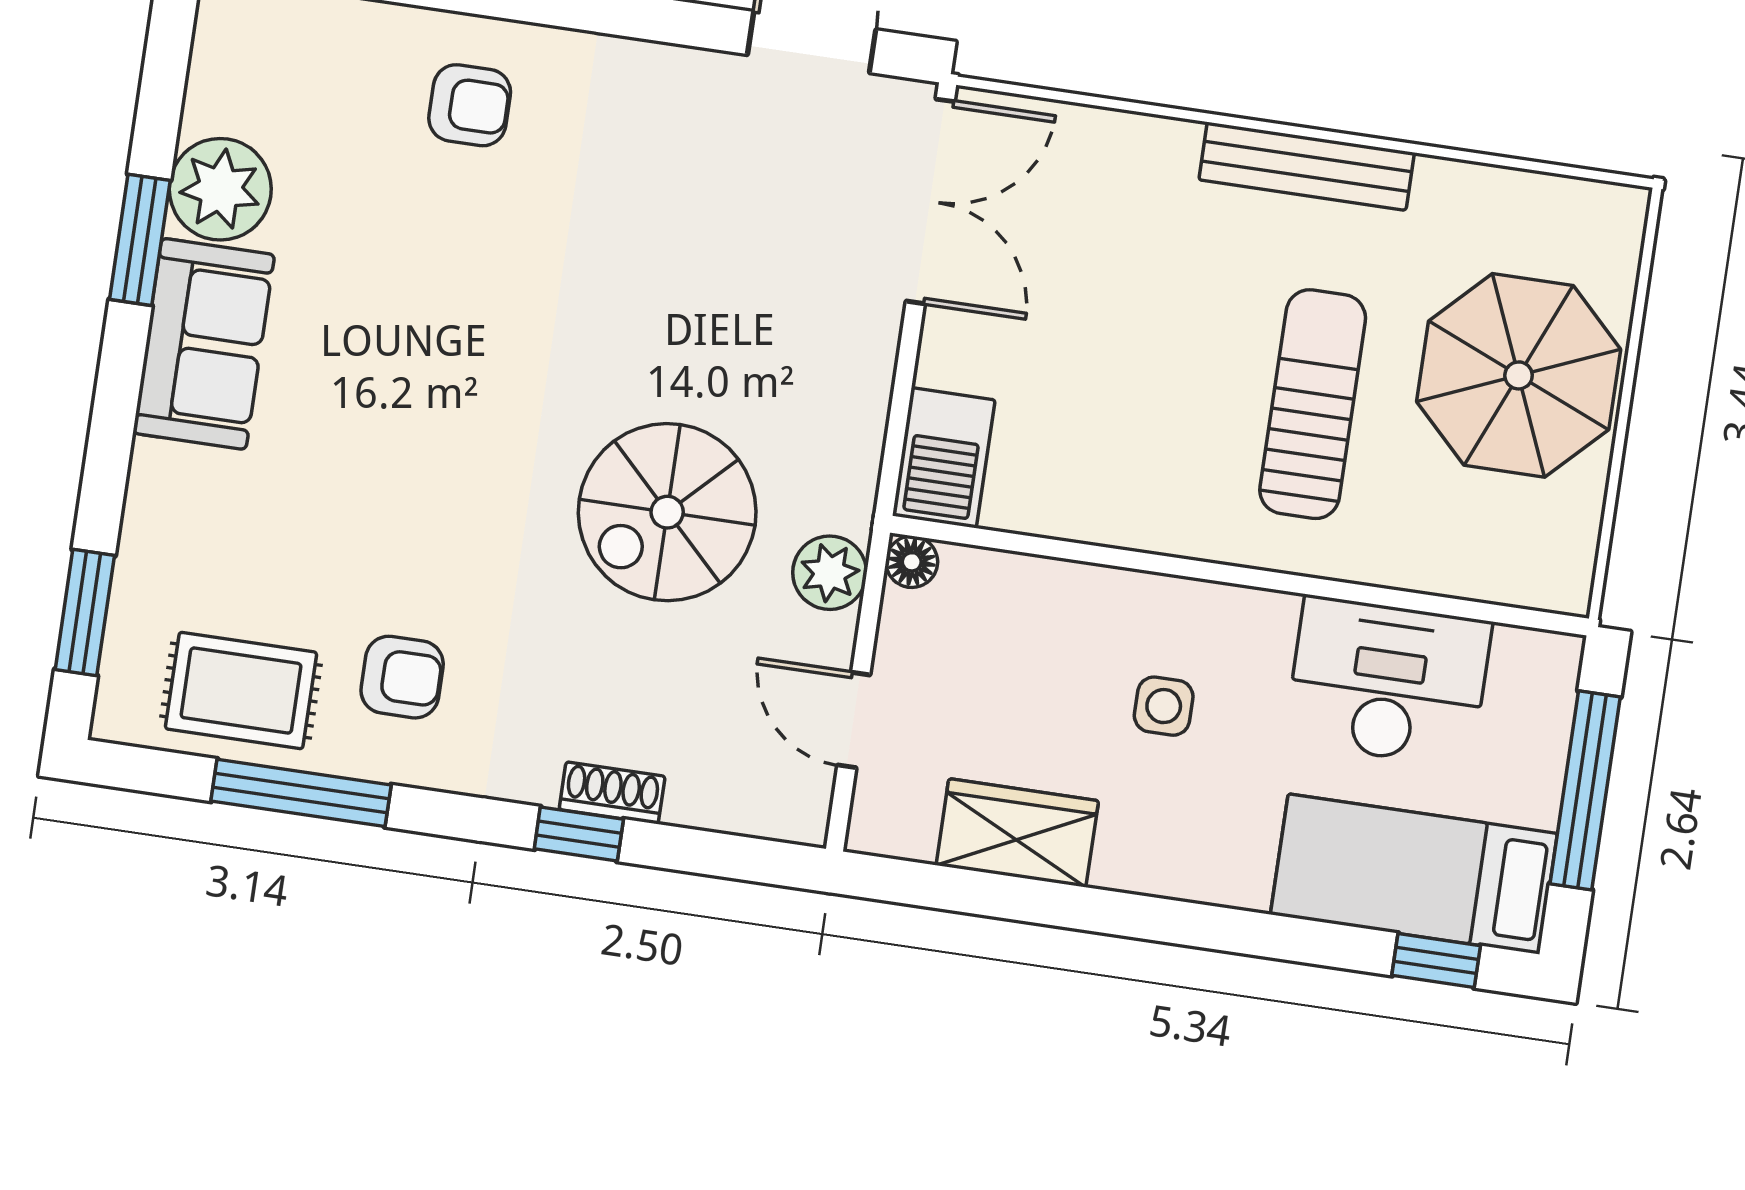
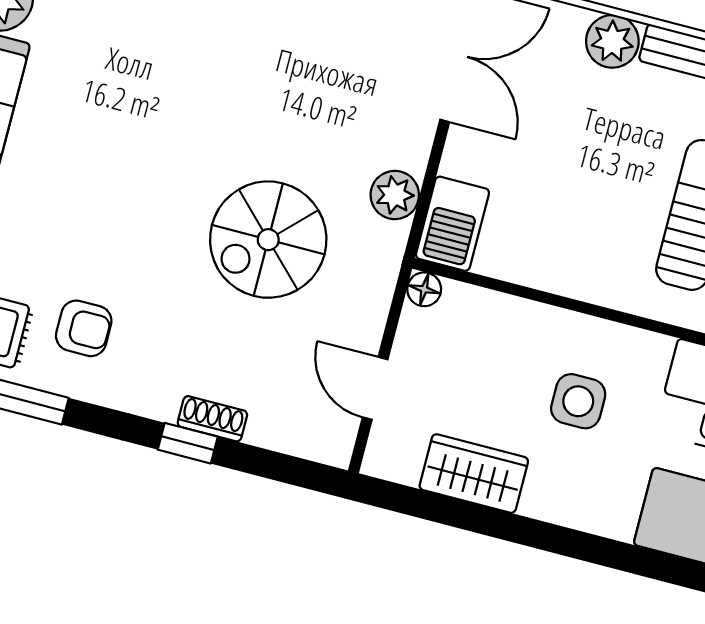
plant: (1156, 155) -> (612, 41), added
plant: (830, 573) -> (395, 195), moved
side table: (1164, 706) -> (578, 401), width x1.37, depth x1.37

